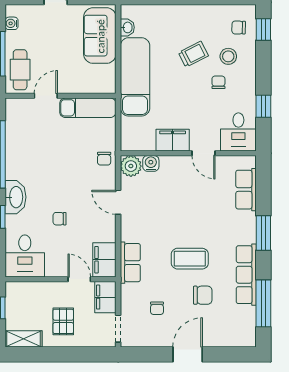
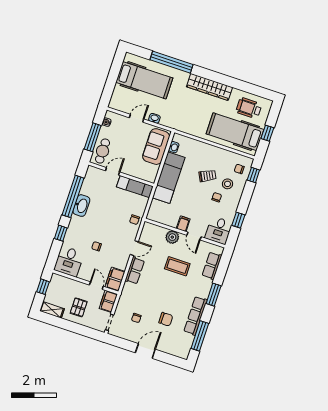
filing cabinet: (173, 140) -> (183, 224), width x0.50
water cooler: (151, 163) -> (161, 232), removed
plant: (131, 166) -> (172, 237), moved
washbasin: (16, 197) -> (81, 206), moved
door: (118, 202) -> (134, 248), swing flipped
coffee table: (190, 259) -> (177, 266), moved
row of seats: (130, 263) -> (135, 271), moved

